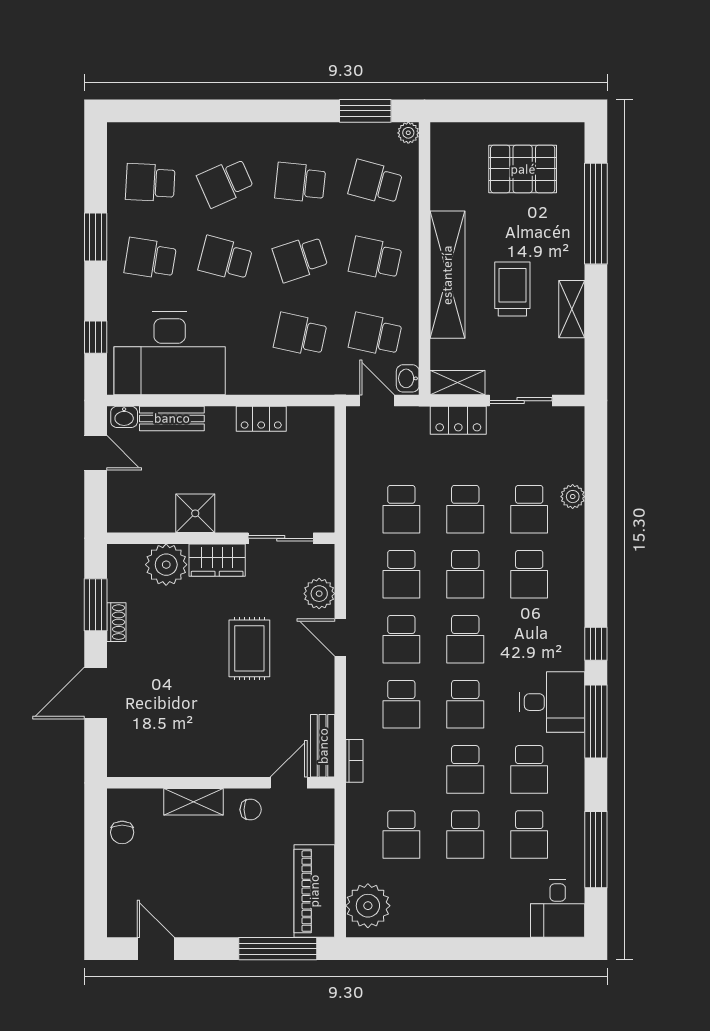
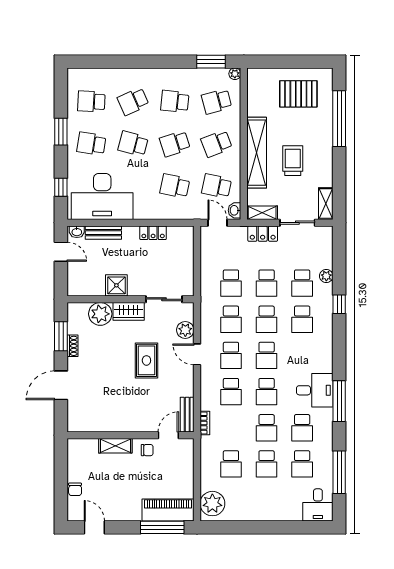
school desk: (375, 183) -> (217, 101), turned -30
school desk: (375, 259) -> (217, 144), turned -33
shelving: (572, 309) -> (326, 204), moved
window: (596, 644) -> (339, 304), moved
chair: (122, 832) -> (75, 489), moved
piano: (314, 891) -> (168, 510), moved, turned 90

